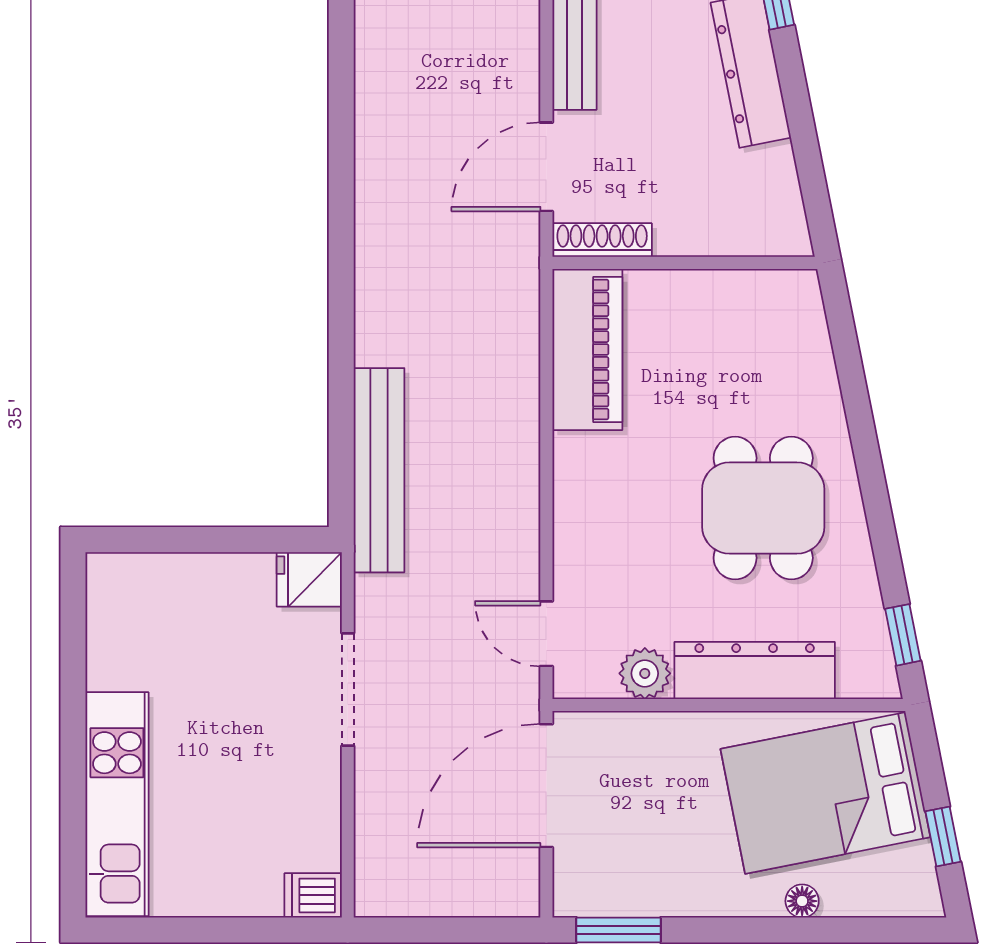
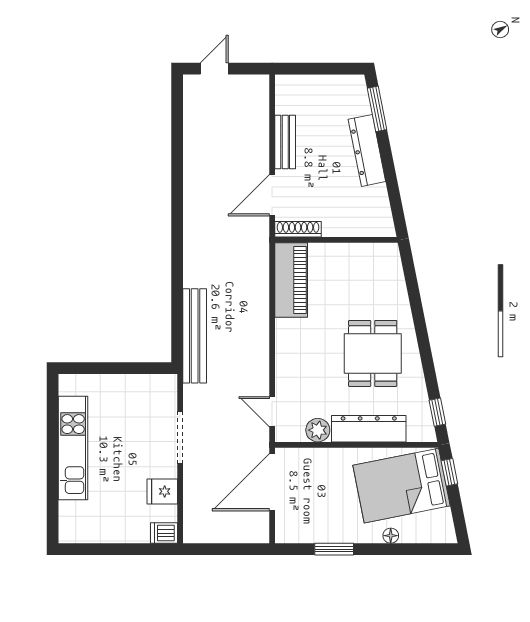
fridge: (309, 579) -> (162, 491), moved
kitchen unit: (117, 804) -> (73, 448), moved
window: (943, 836) -> (449, 472), moved
window: (619, 930) -> (334, 549), moved

